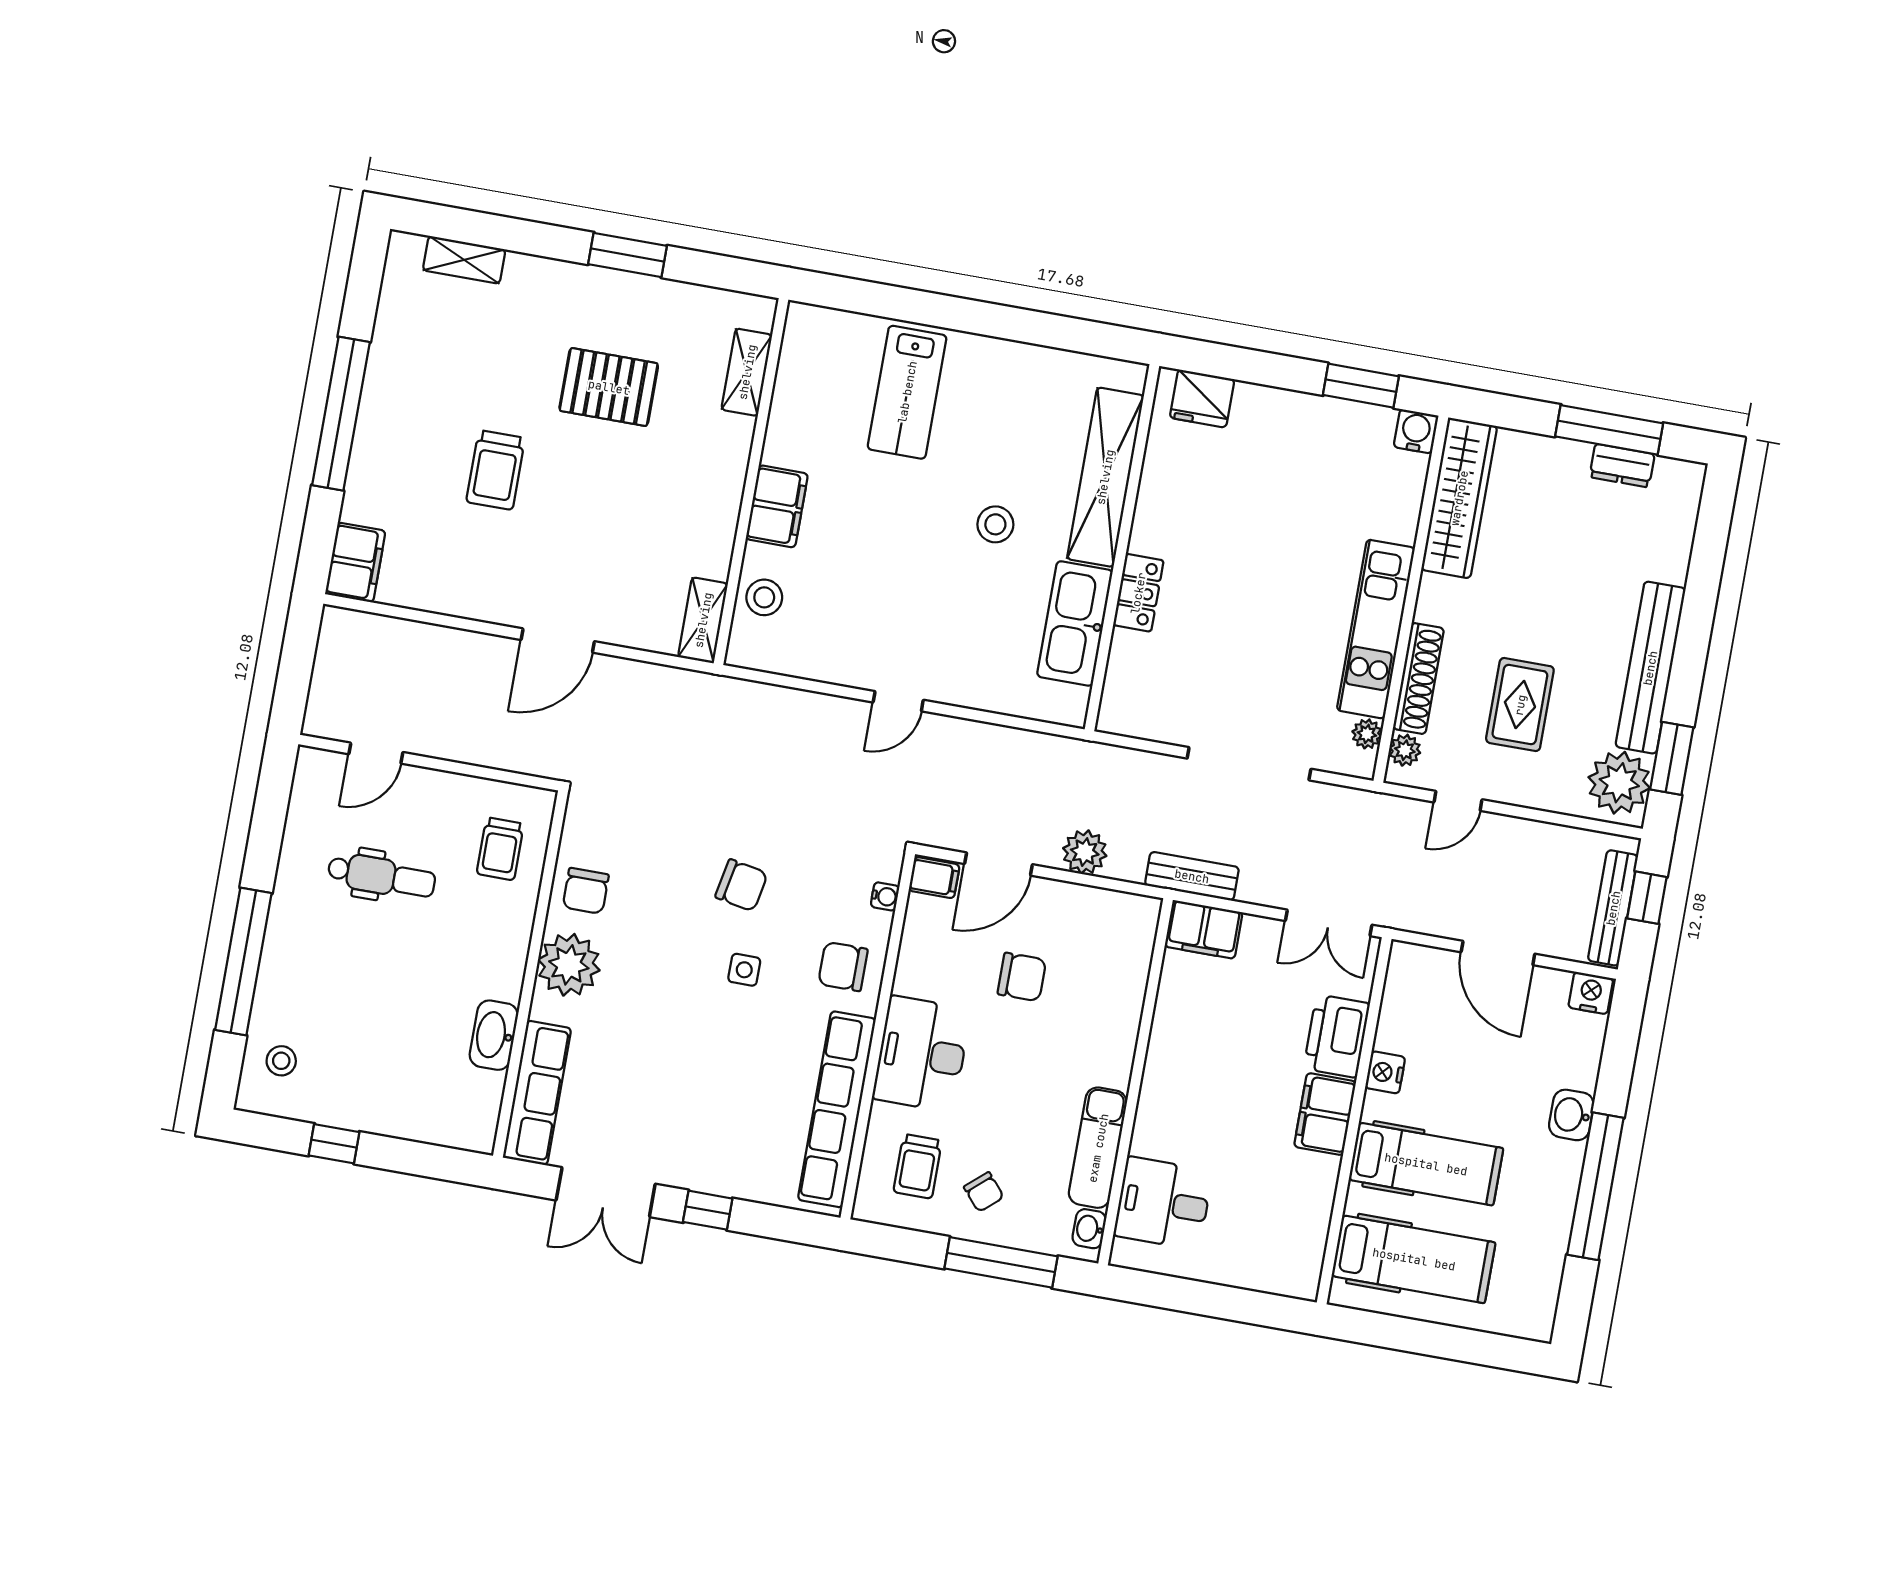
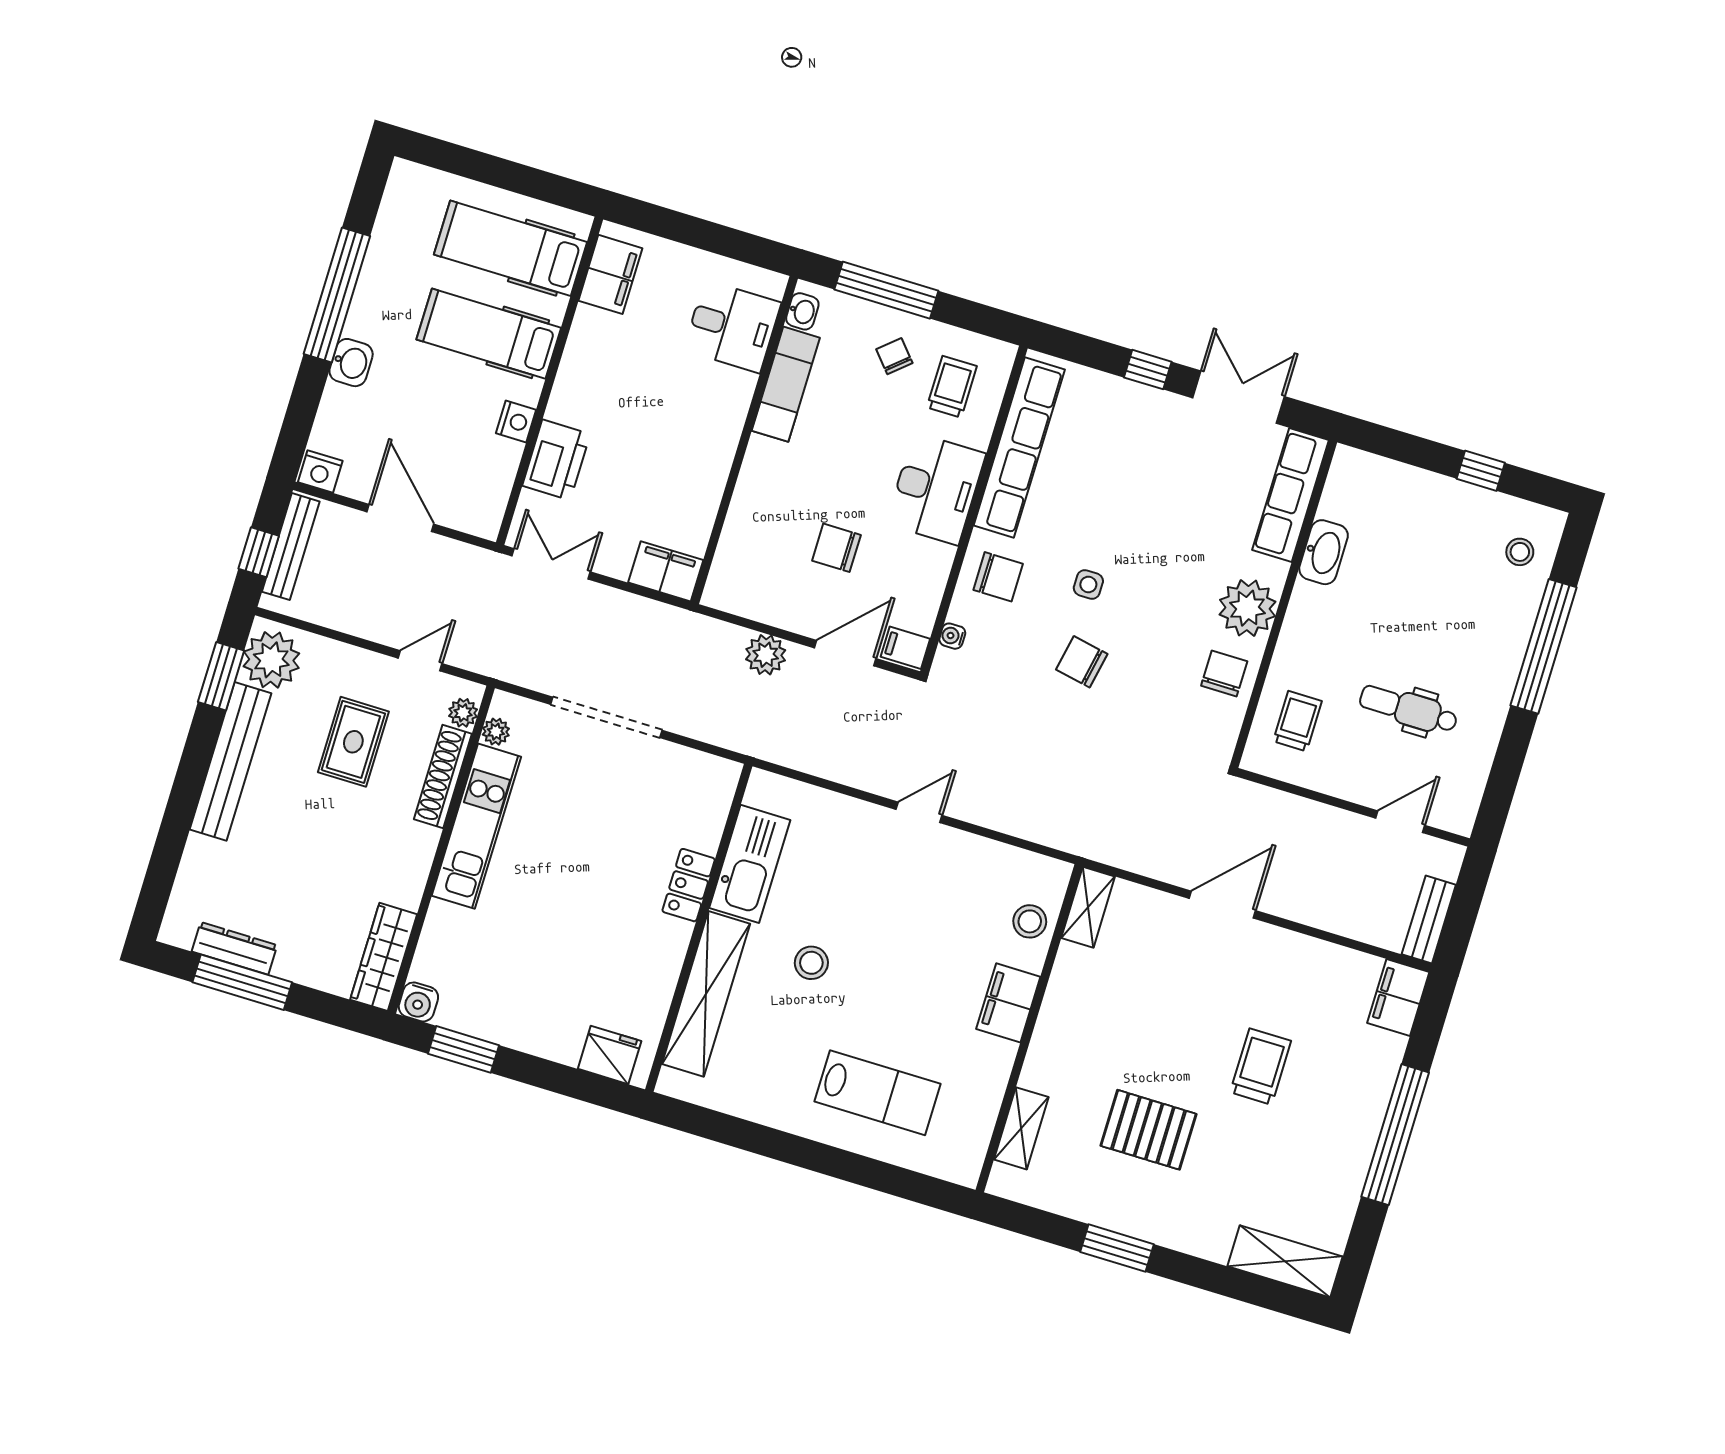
shelving: (464, 260) -> (1285, 1261), width x1.50, depth x1.33
lab bench: (907, 392) -> (877, 1093), turned 90
dresser: (1622, 466) -> (234, 948), width x1.44
wardrobe: (1459, 498) -> (384, 957), width x0.71, depth x0.85
bench: (1192, 876) -> (1429, 919), moved, turned 90
filing cabinet: (1325, 1114) -> (610, 274), moved

